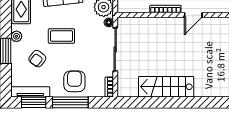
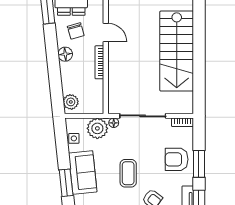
stairs: (166, 87) -> (177, 51), width x1.36, depth x1.51
window: (70, 102) -> (199, 164), width x0.69

